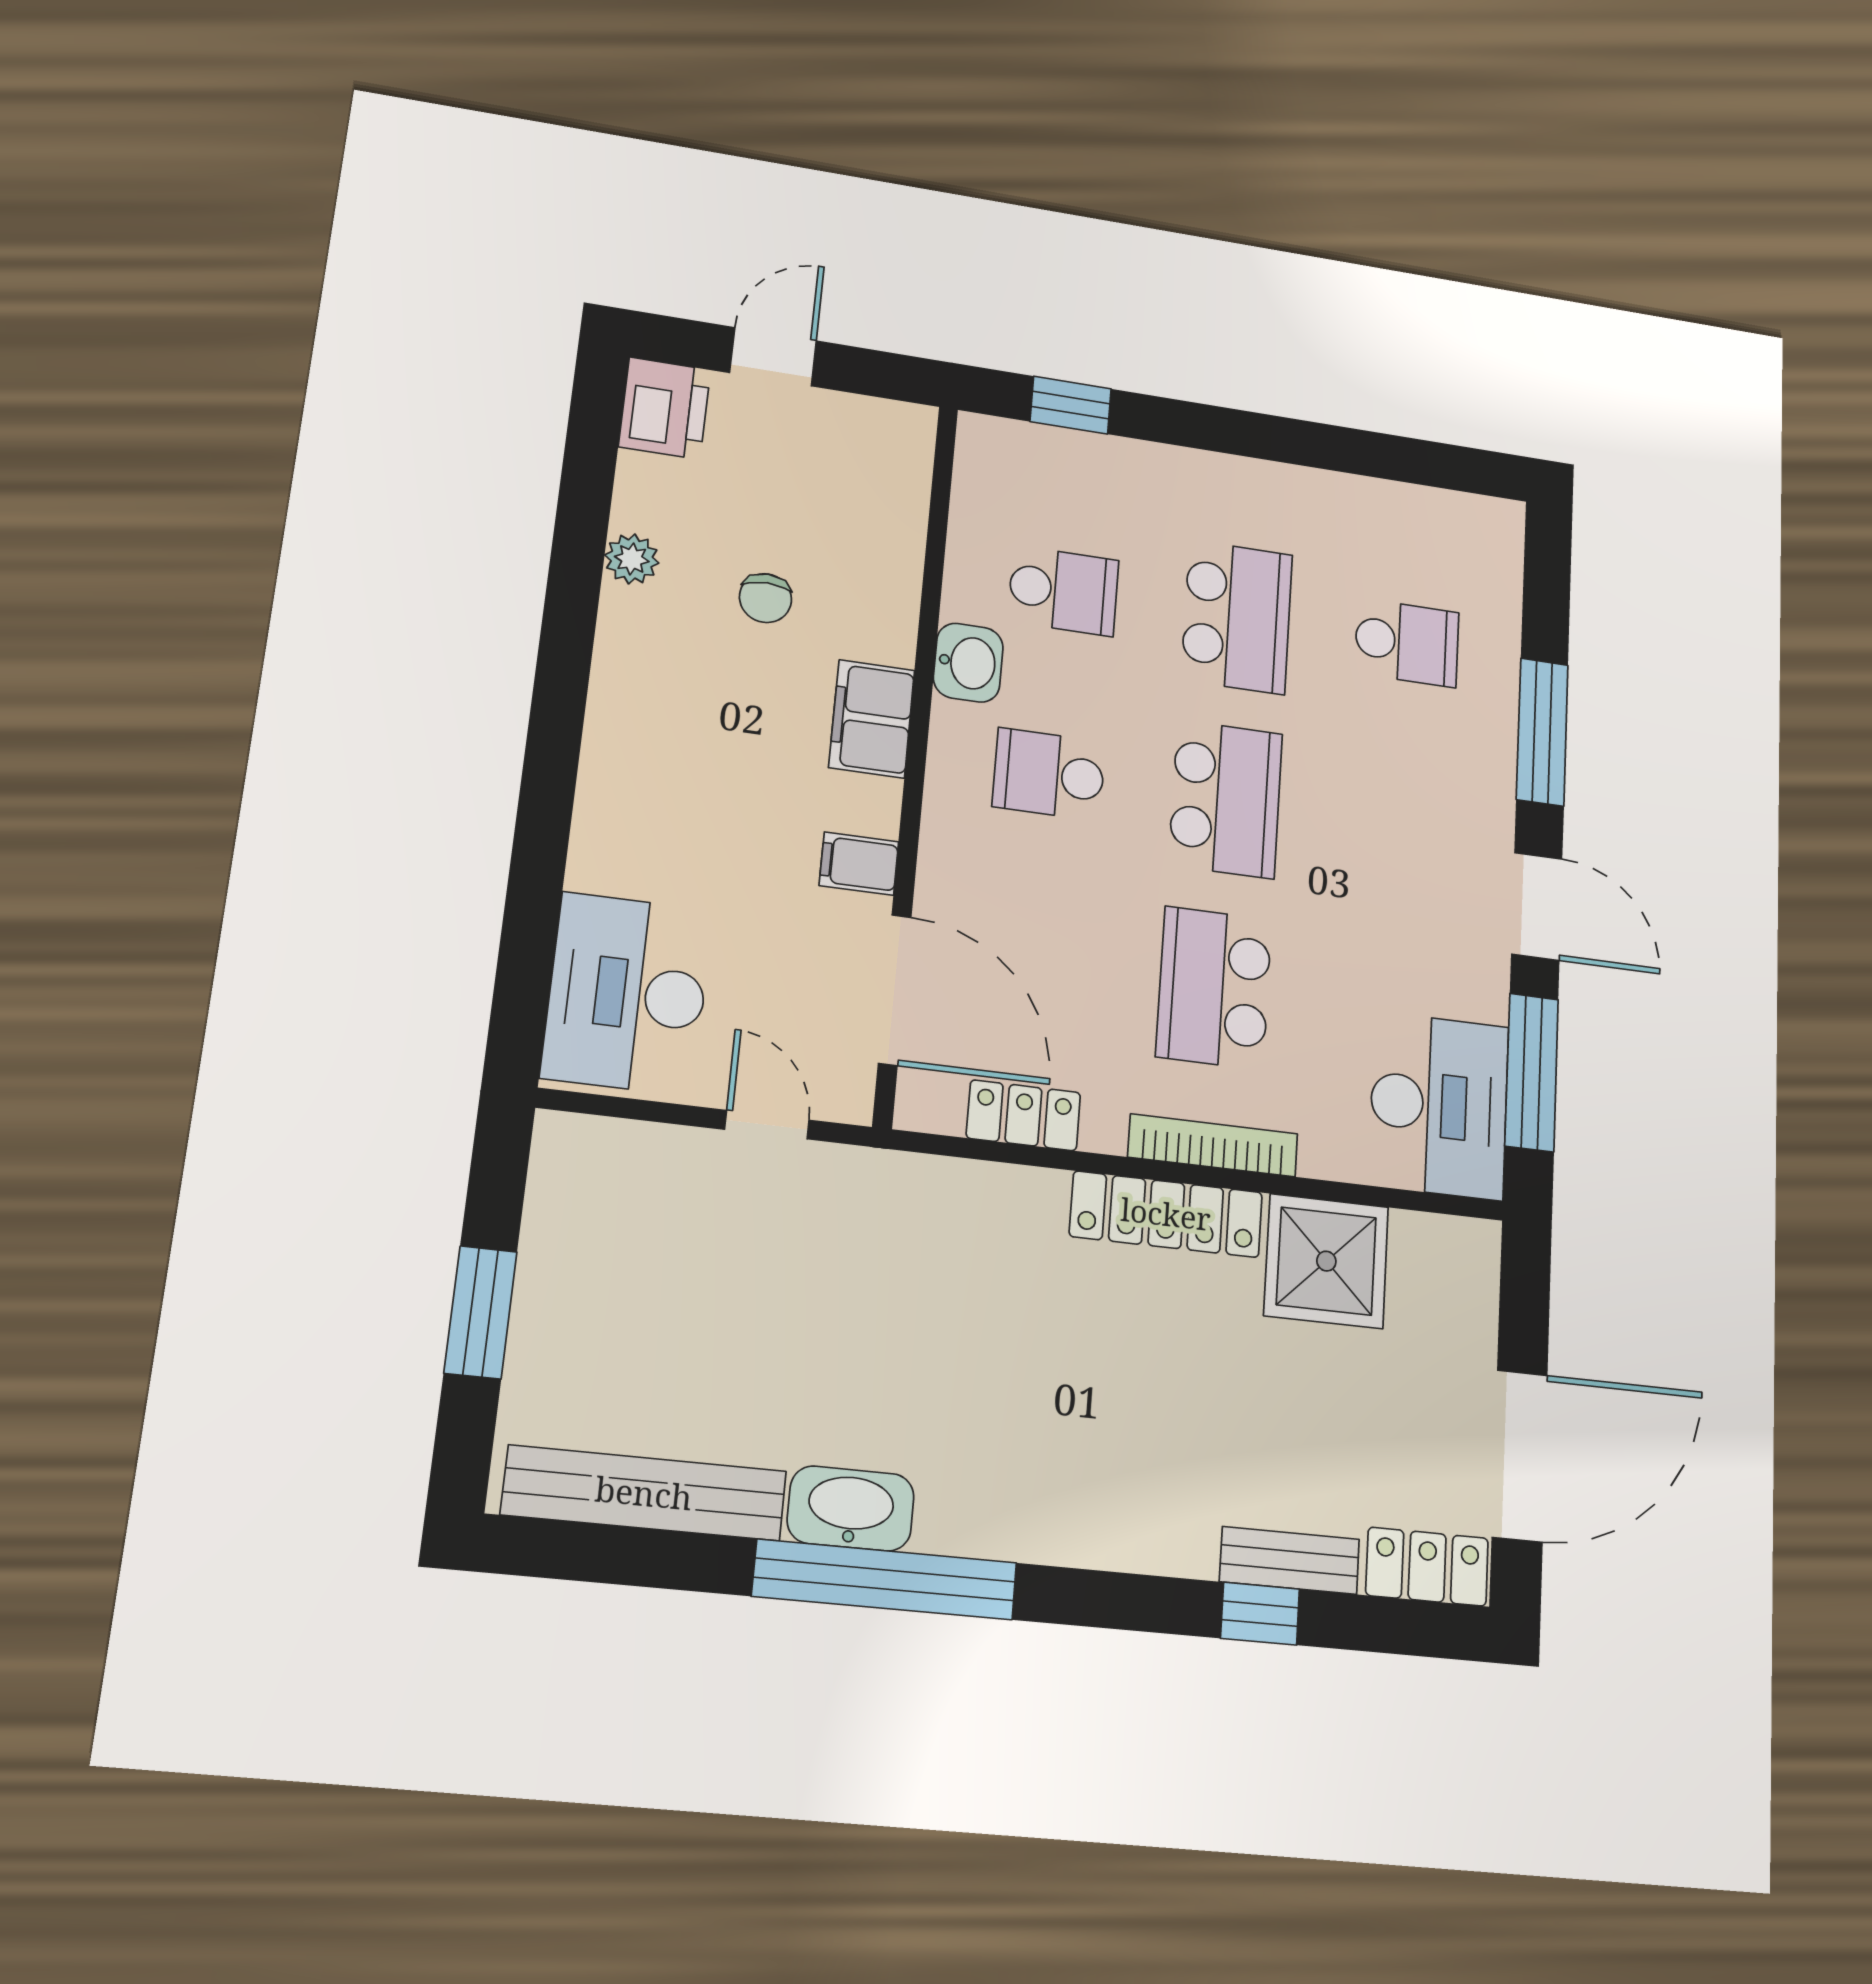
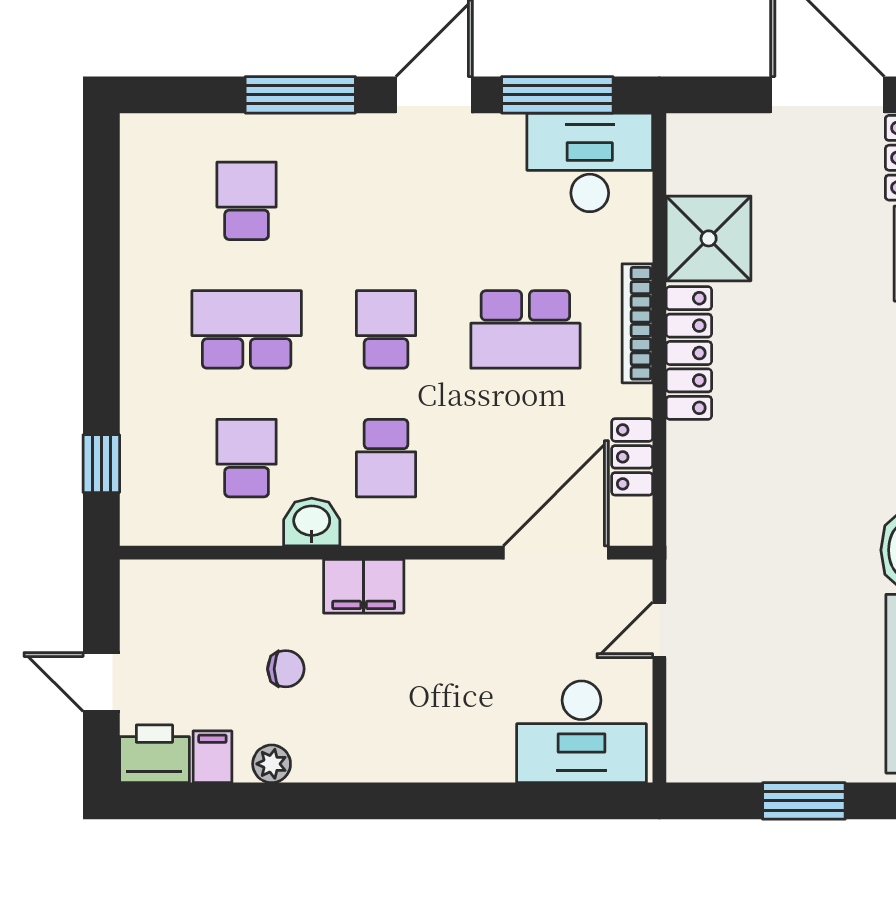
school desk: (1226, 799) -> (386, 329), width x0.54
filing cabinet: (859, 864) -> (212, 757), moved, turned 180

